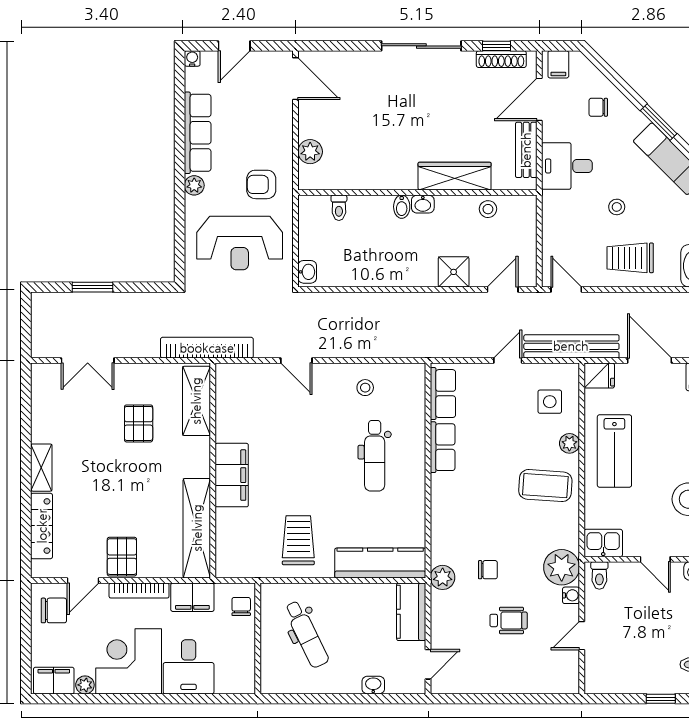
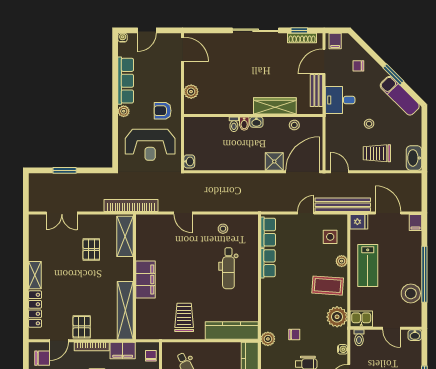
toilet: (339, 208) -> (234, 124), moved
door: (503, 290) -> (303, 172), width x1.88
plant: (562, 567) -> (337, 317), moved

